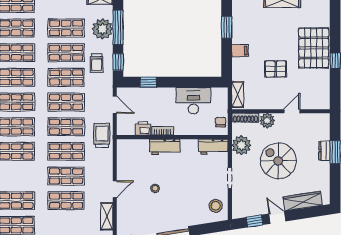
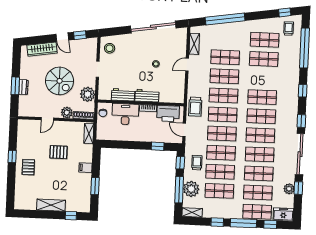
pallet: (314, 48) -> (28, 167), width x0.49, depth x0.50
desk: (193, 101) -> (125, 114), moved, turned 180
printer: (143, 128) -> (168, 113), width x1.87, depth x1.48
workbench: (213, 147) -> (123, 95), moved

